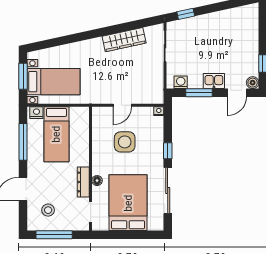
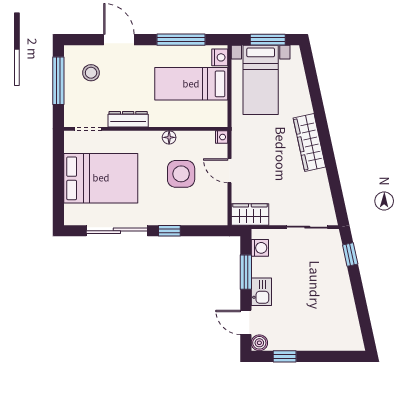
wardrobe: (124, 40) -> (309, 143), moved
wardrobe: (155, 90) -> (250, 214), added
nightstand: (159, 111) -> (222, 137), moved
floor lamp: (97, 181) -> (169, 137), moved

